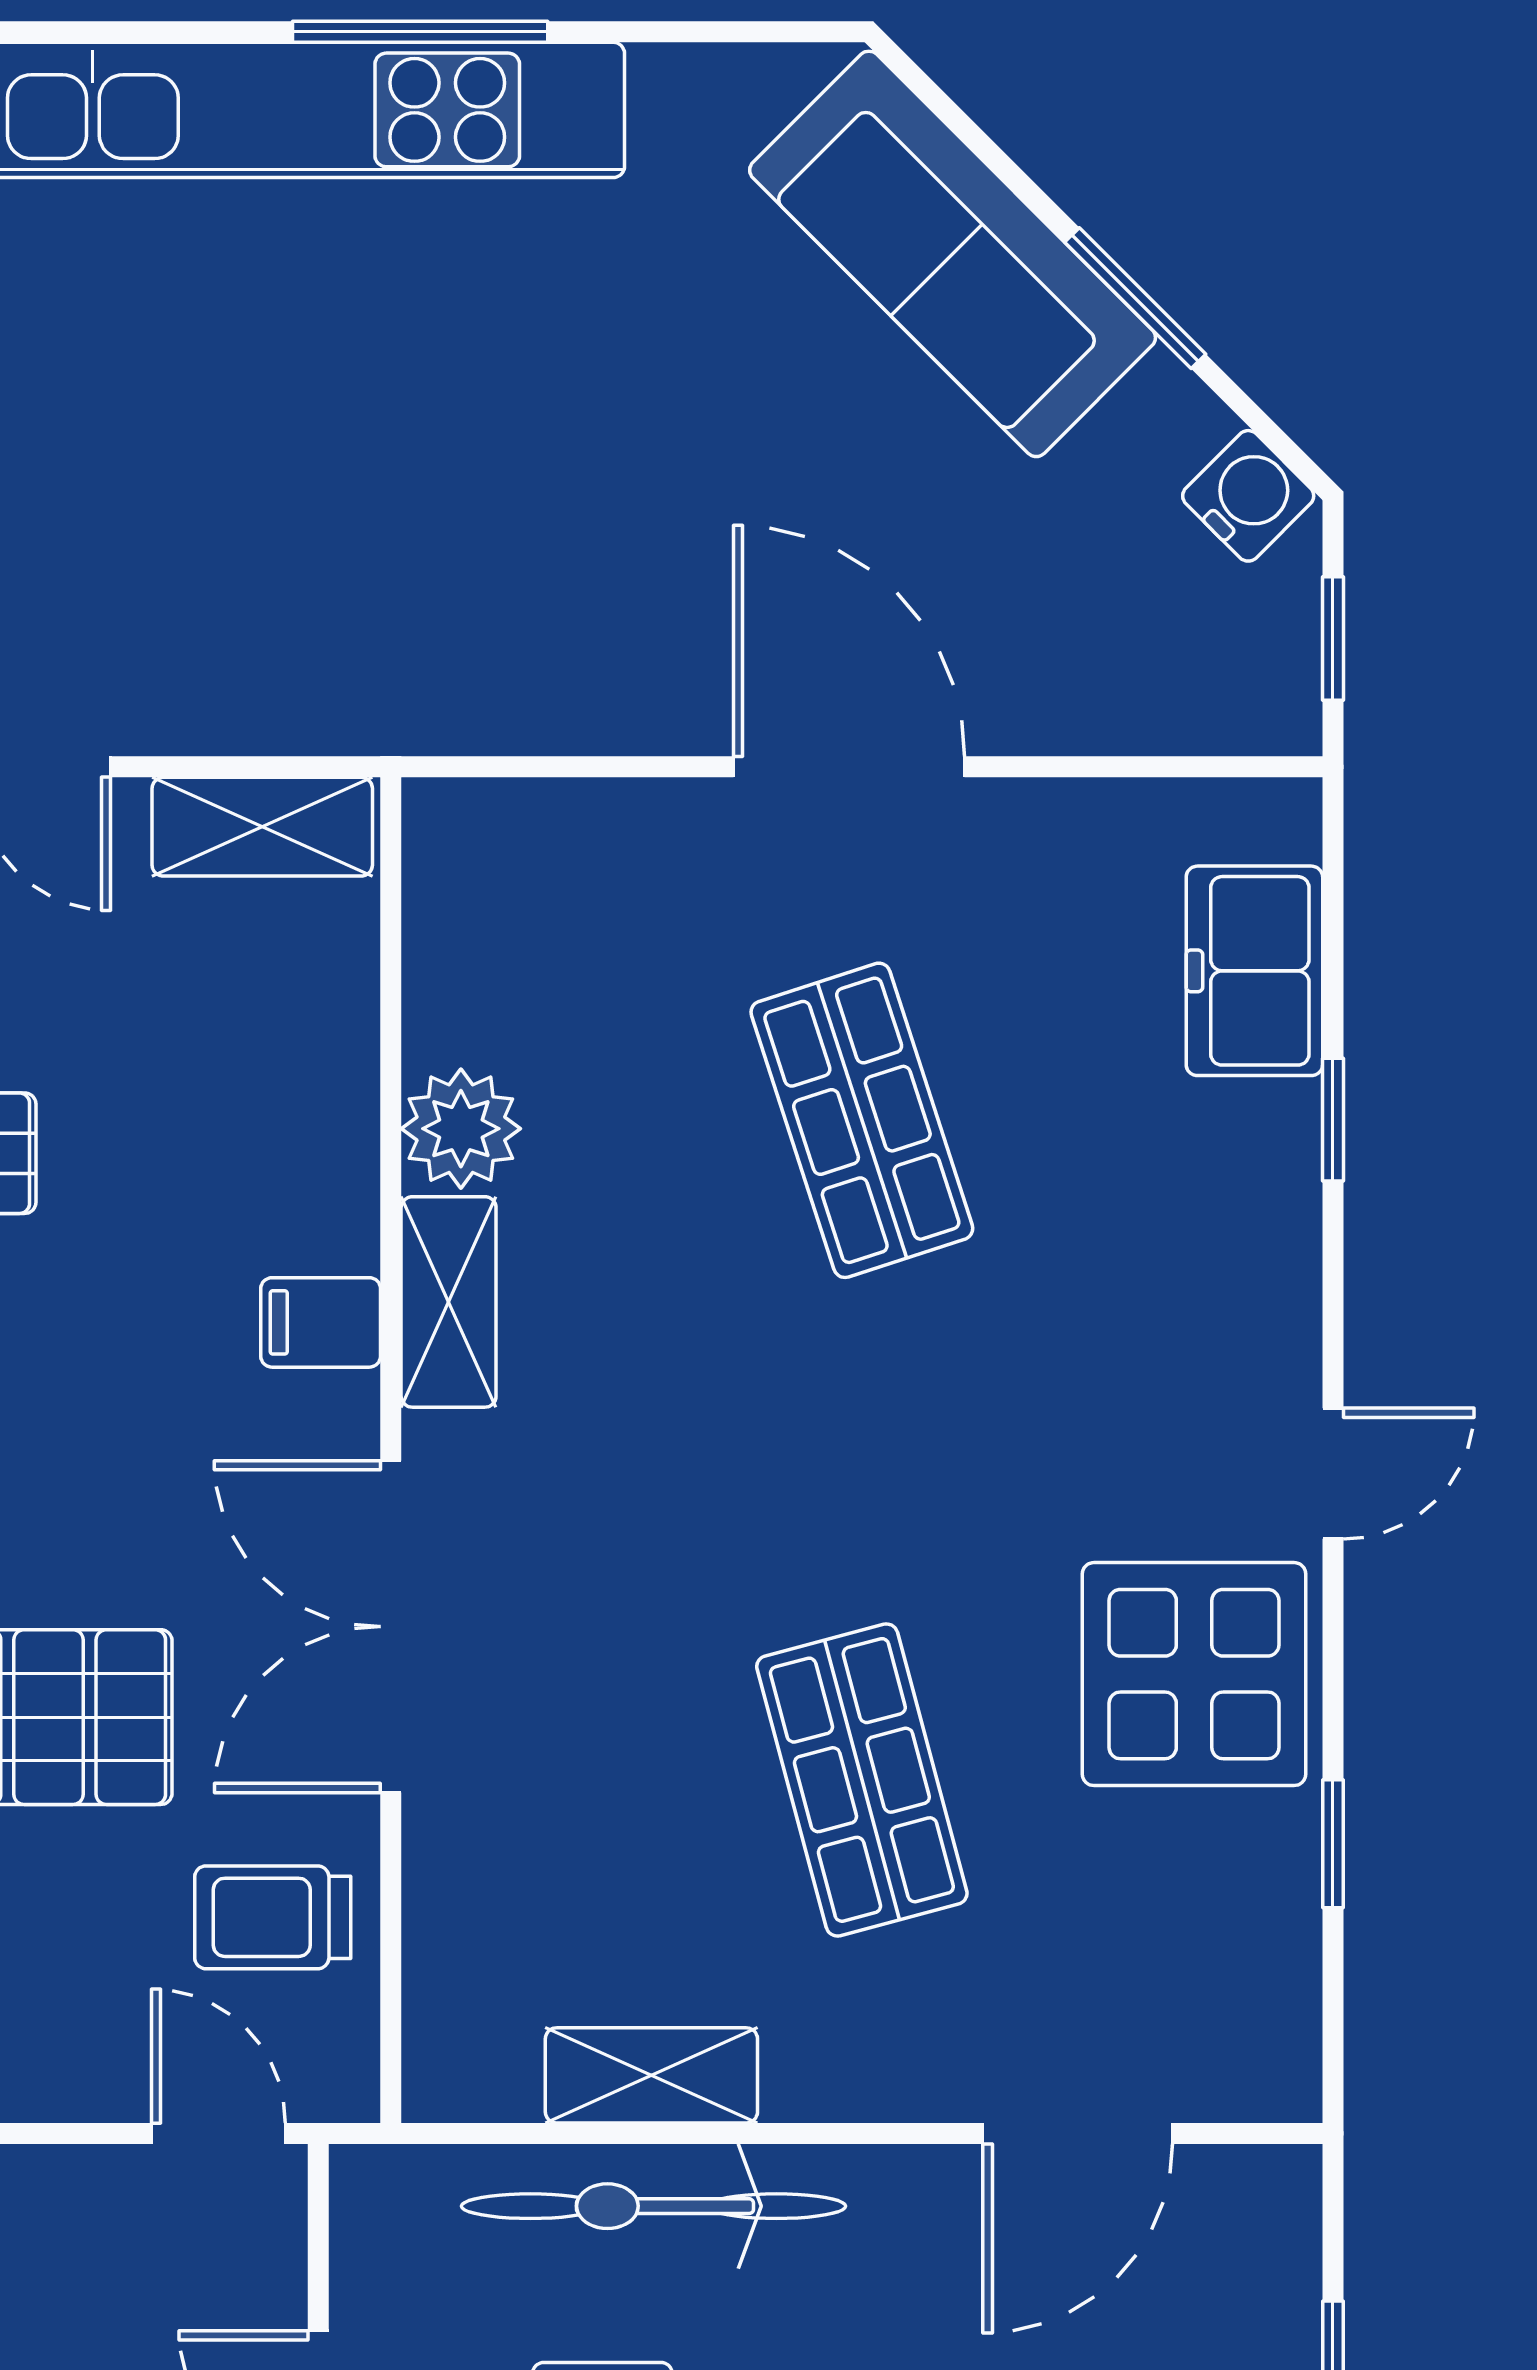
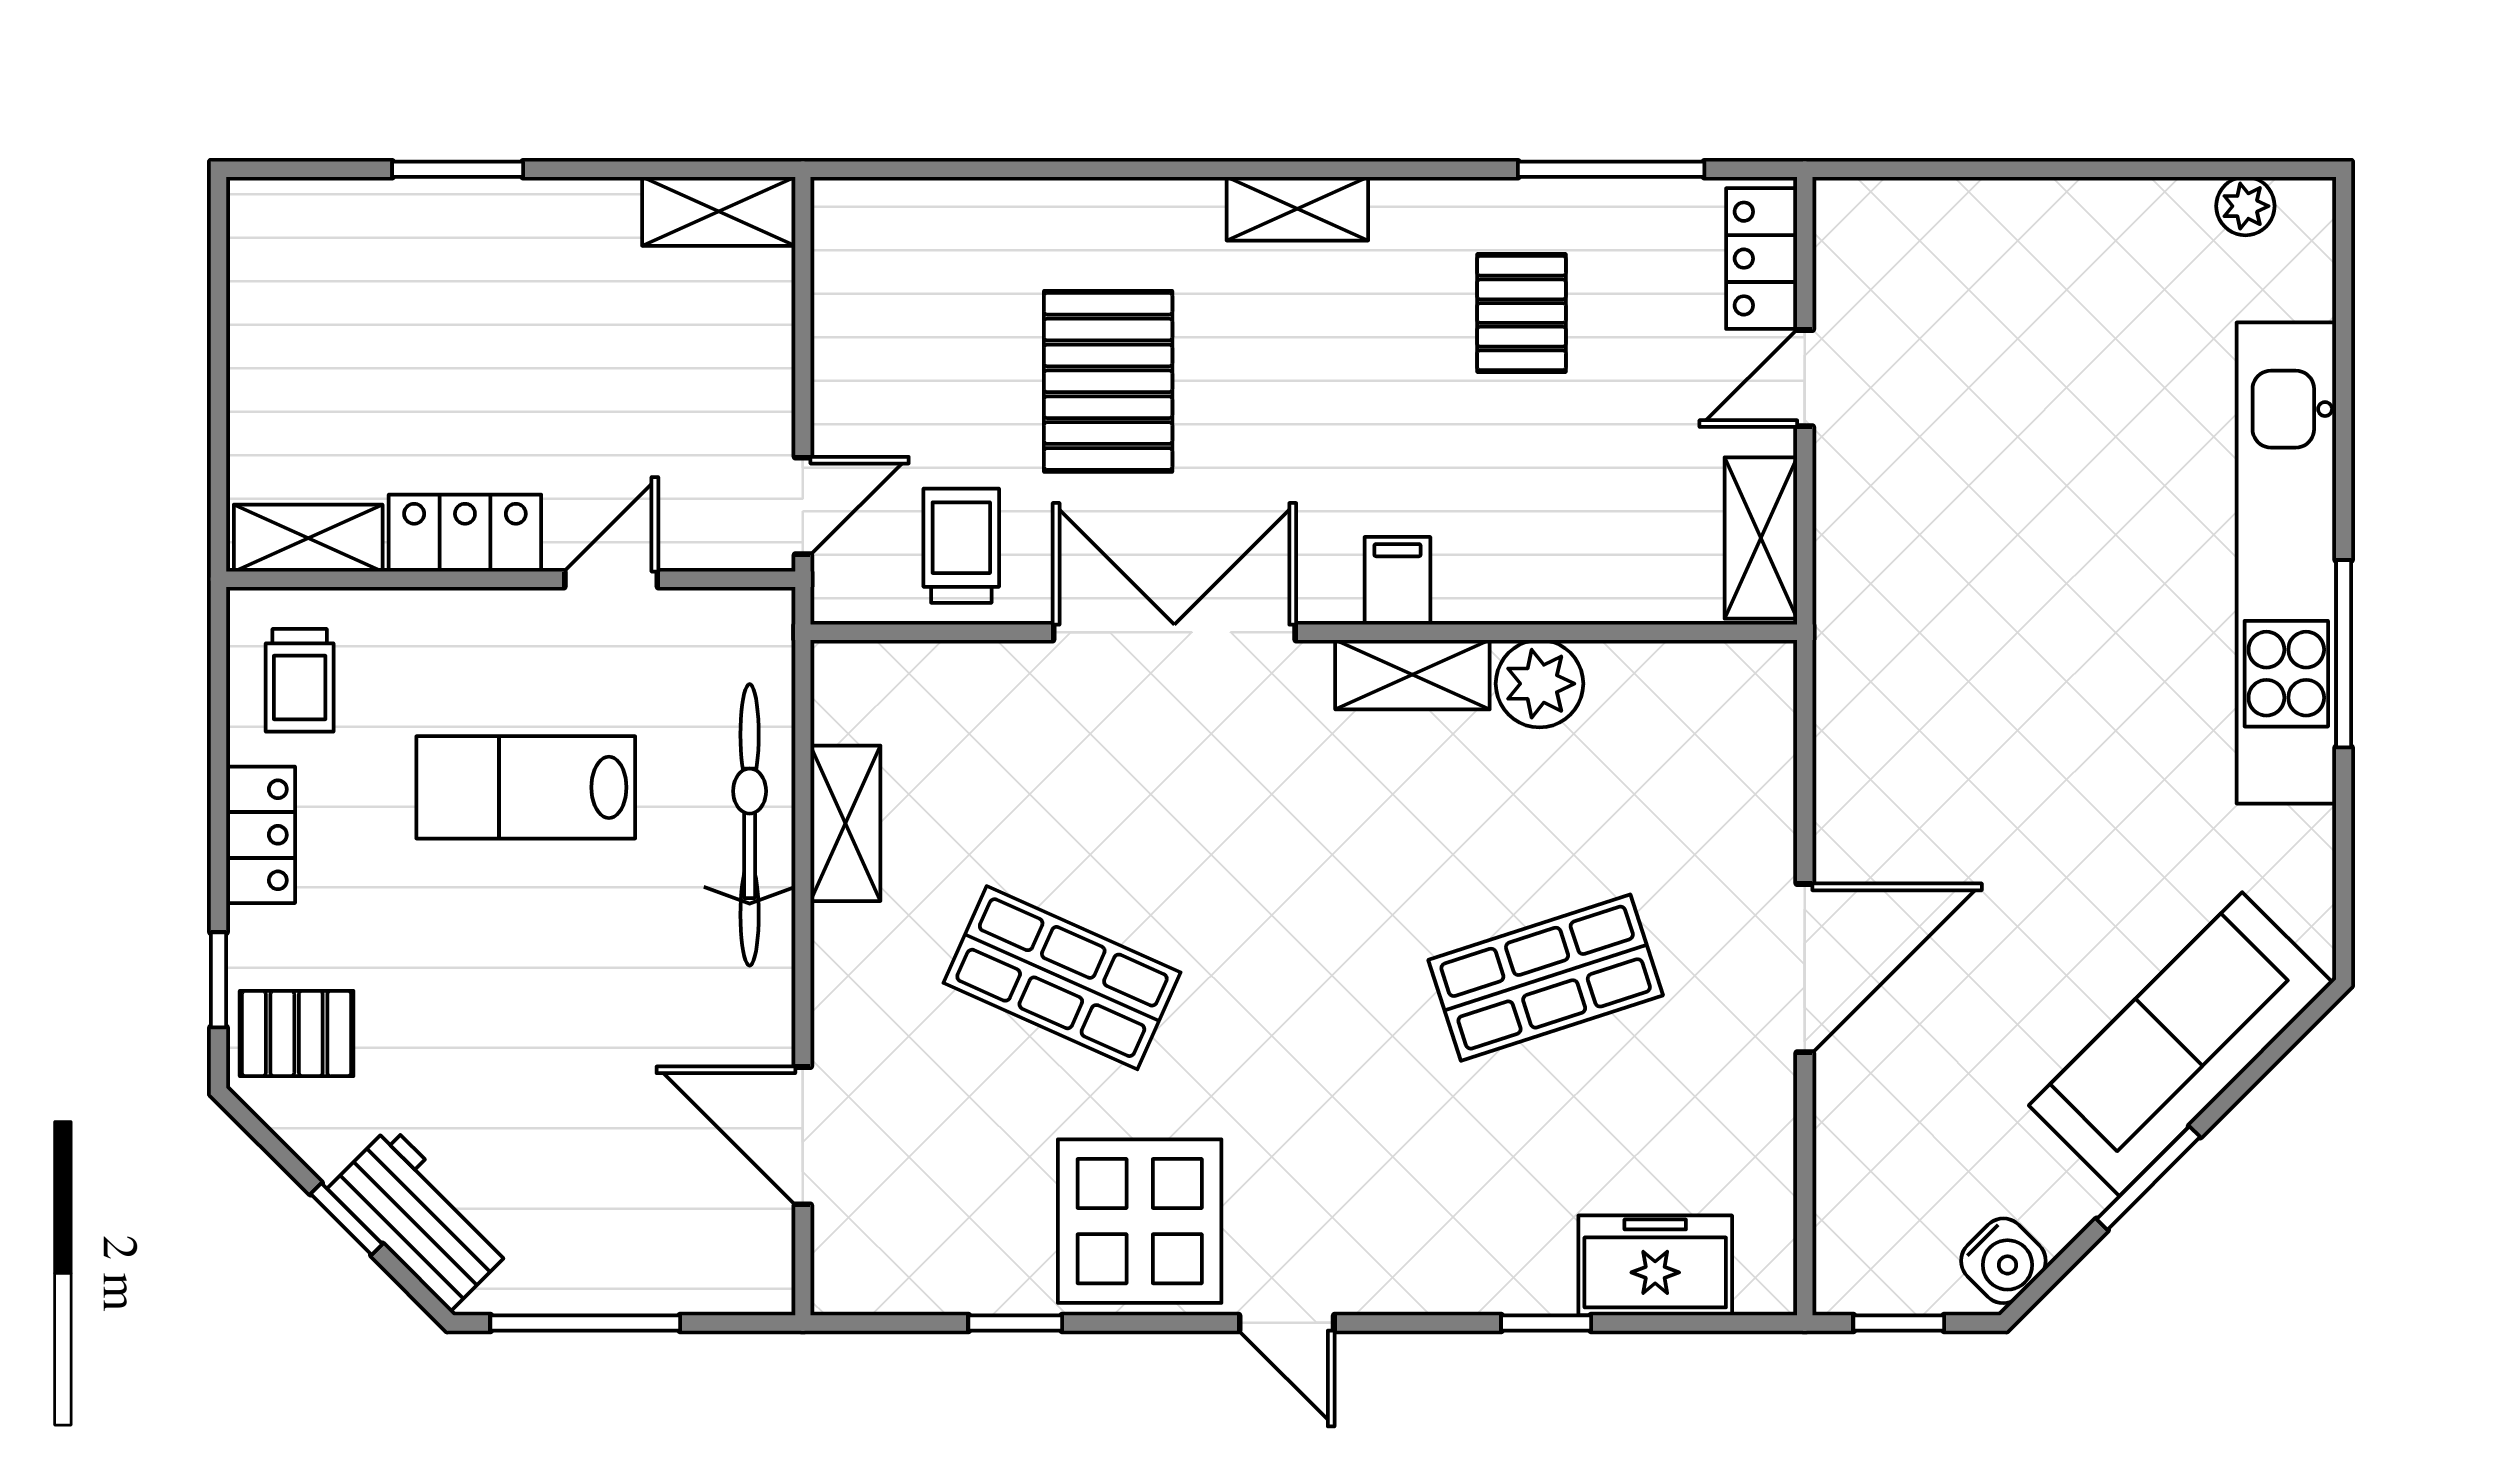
shop shelf: (862, 1780) -> (1062, 978), turned 39

